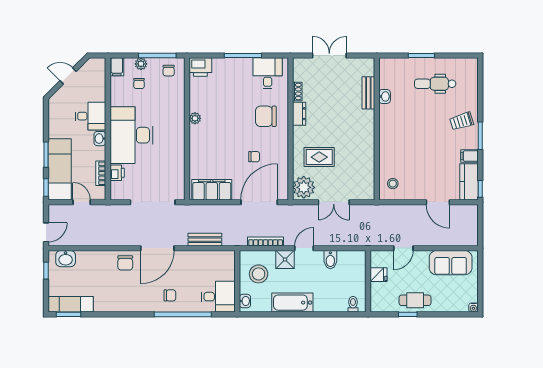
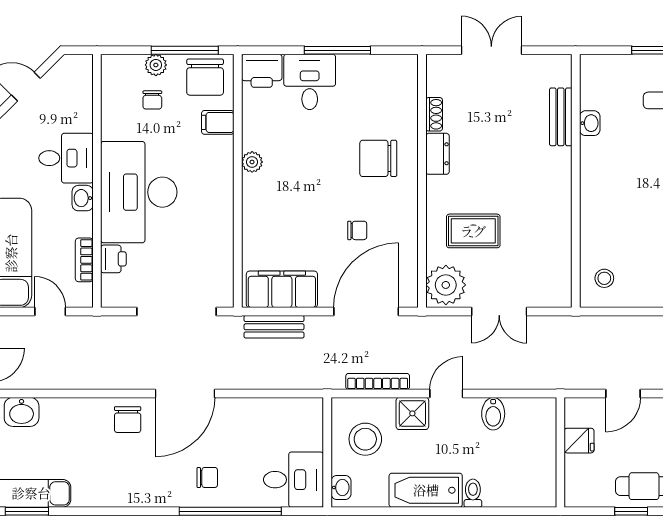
filing cabinet: (117, 67) -> (218, 122), moved, turned 90
chair: (169, 71) -> (205, 77), width x1.87, depth x1.87
desk: (268, 73) -> (310, 82), moved
bench: (205, 240) -> (274, 327), moved
toilet: (353, 304) -> (473, 493), moved

